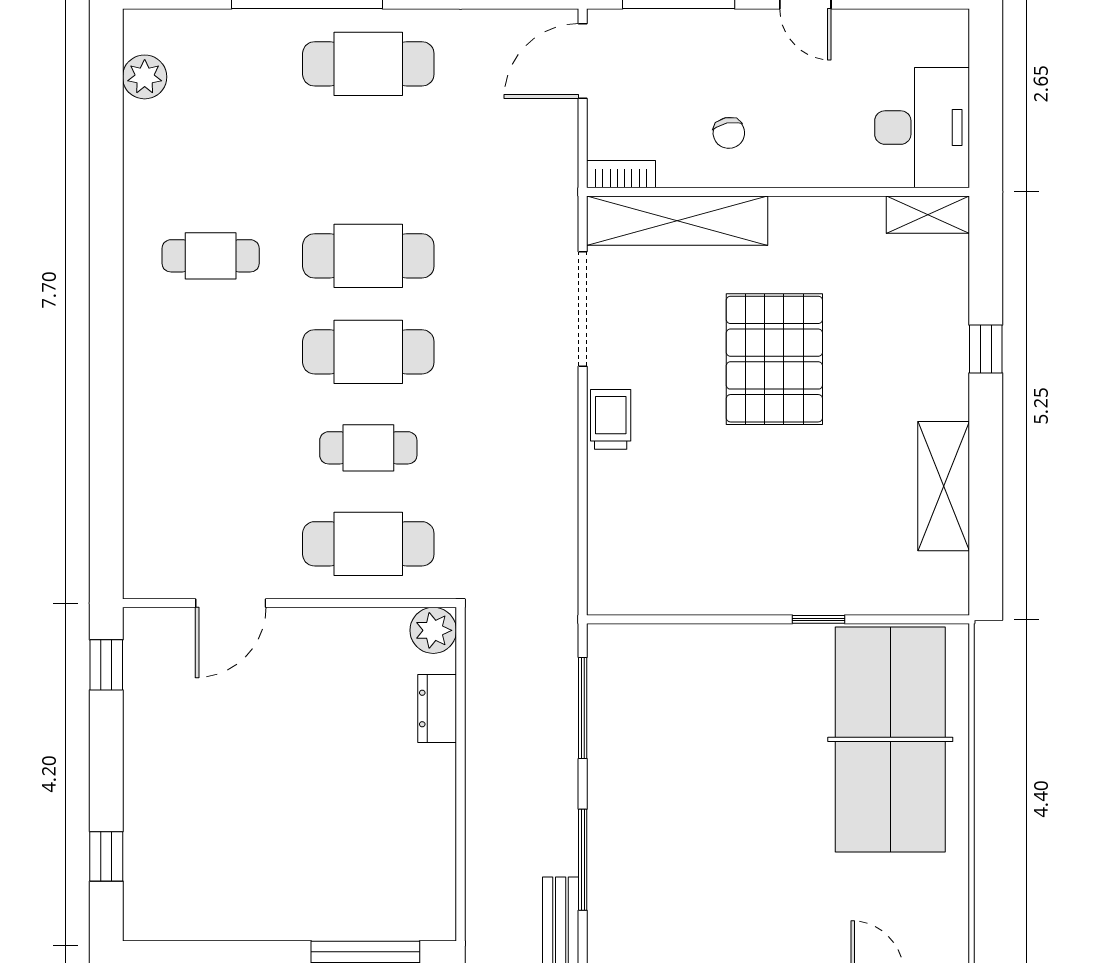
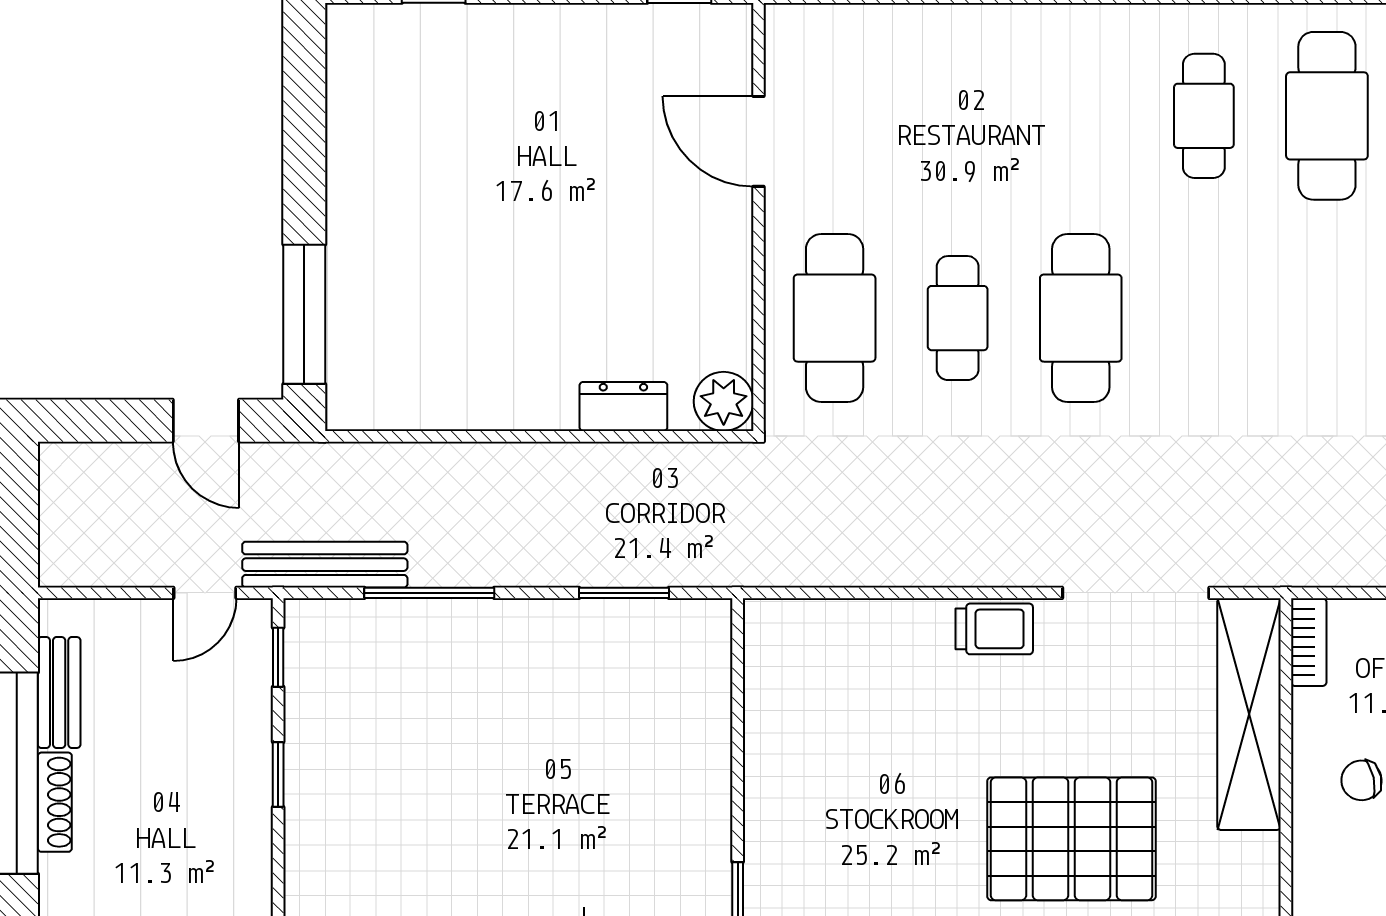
cafe table: (368, 256) -> (1327, 116), moved
window: (583, 708) -> (624, 593), width x0.69

